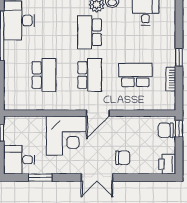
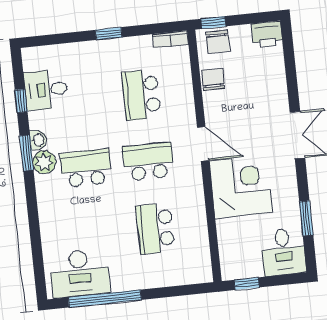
school desk: (90, 32) -> (86, 168), turned 180
school desk: (44, 75) -> (155, 229), turned -90
bookcase: (171, 79) -> (170, 39), moved
chair: (123, 158) -> (213, 79), moved

